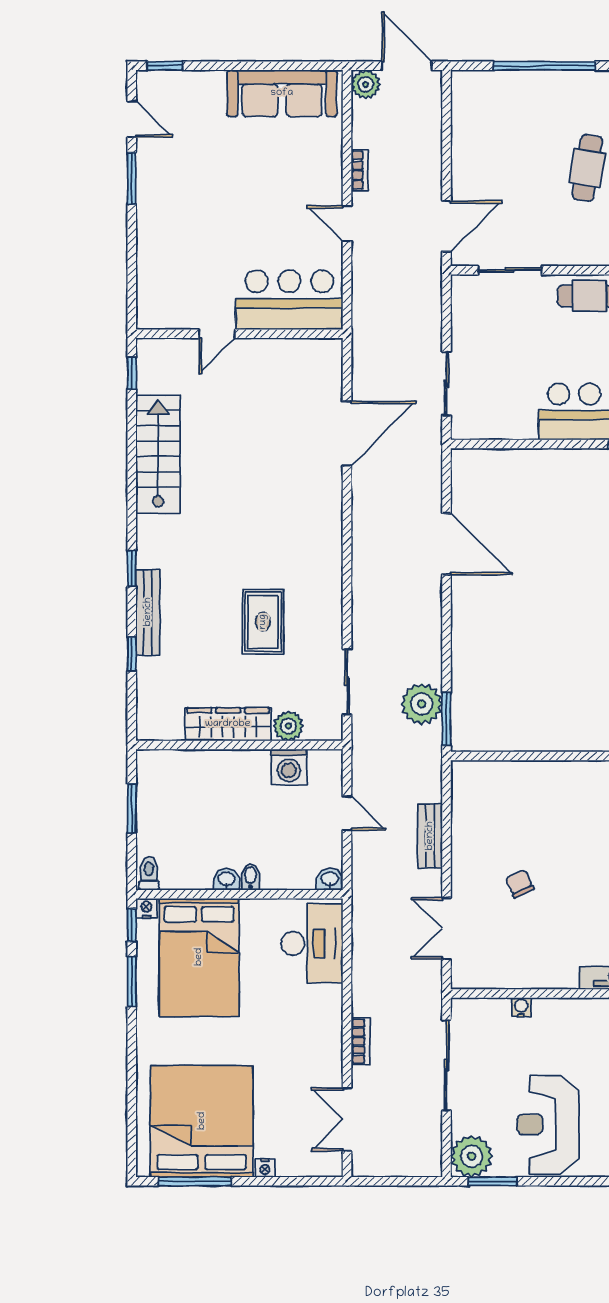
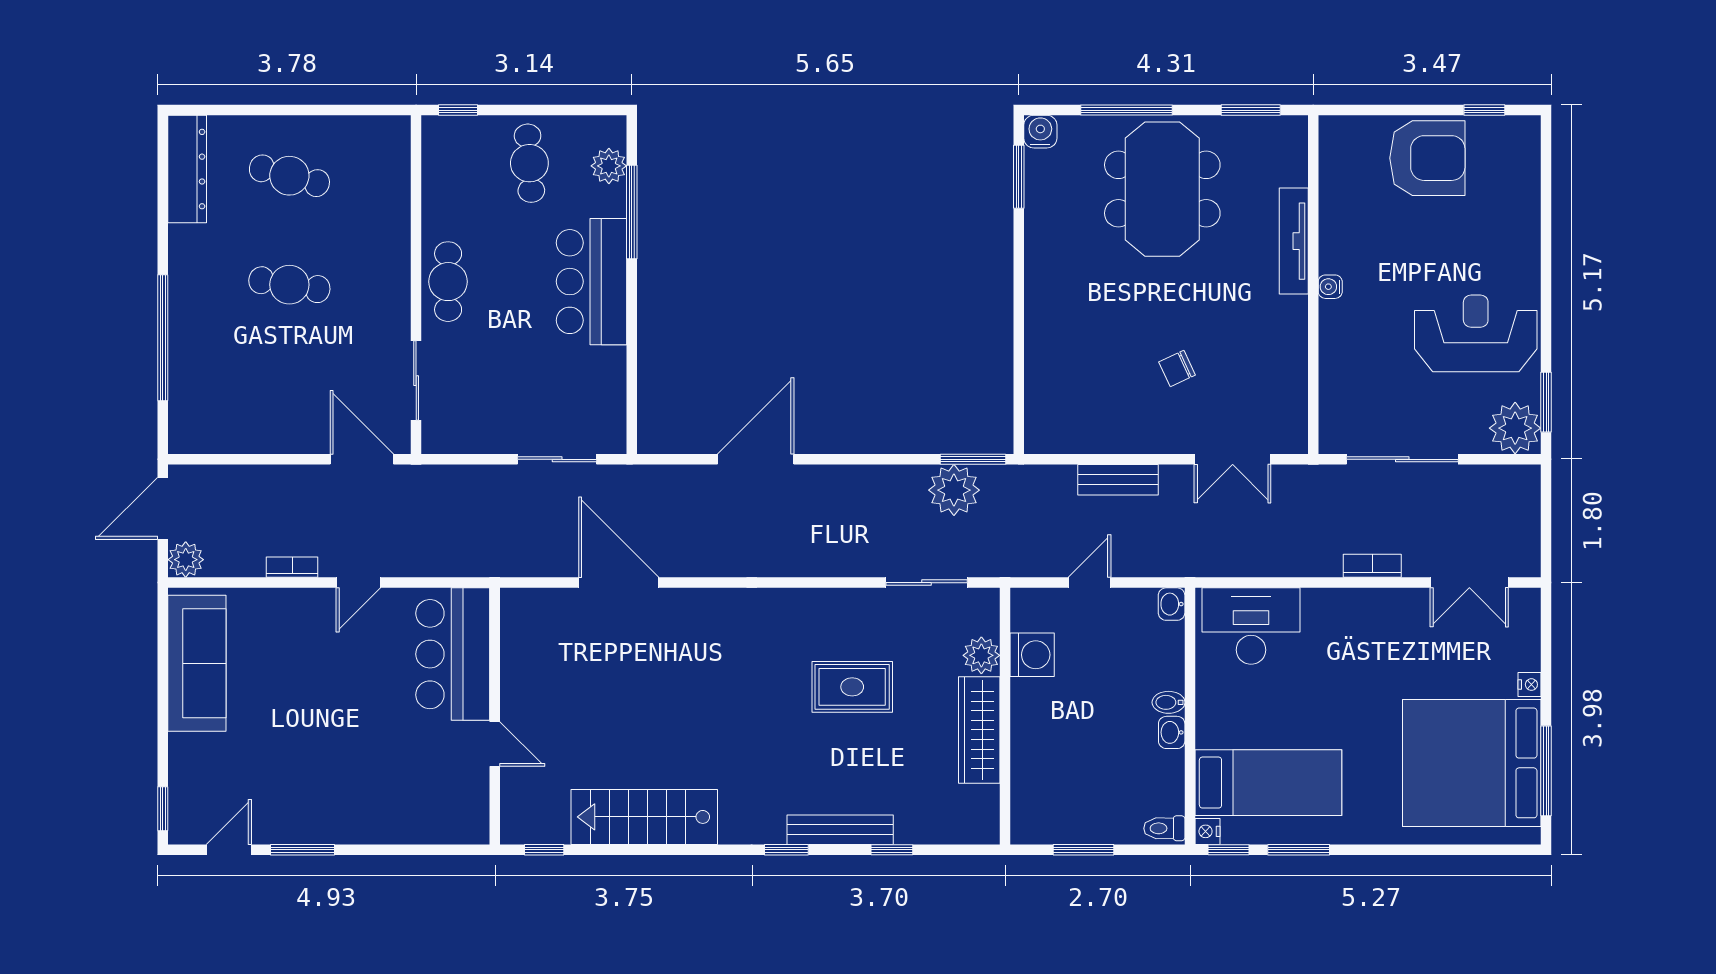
bed: (199, 957) -> (1268, 783), width x0.67
water cooler: (521, 1007) -> (1330, 287), moved
reception desk: (548, 1125) -> (1476, 333), turned 180

